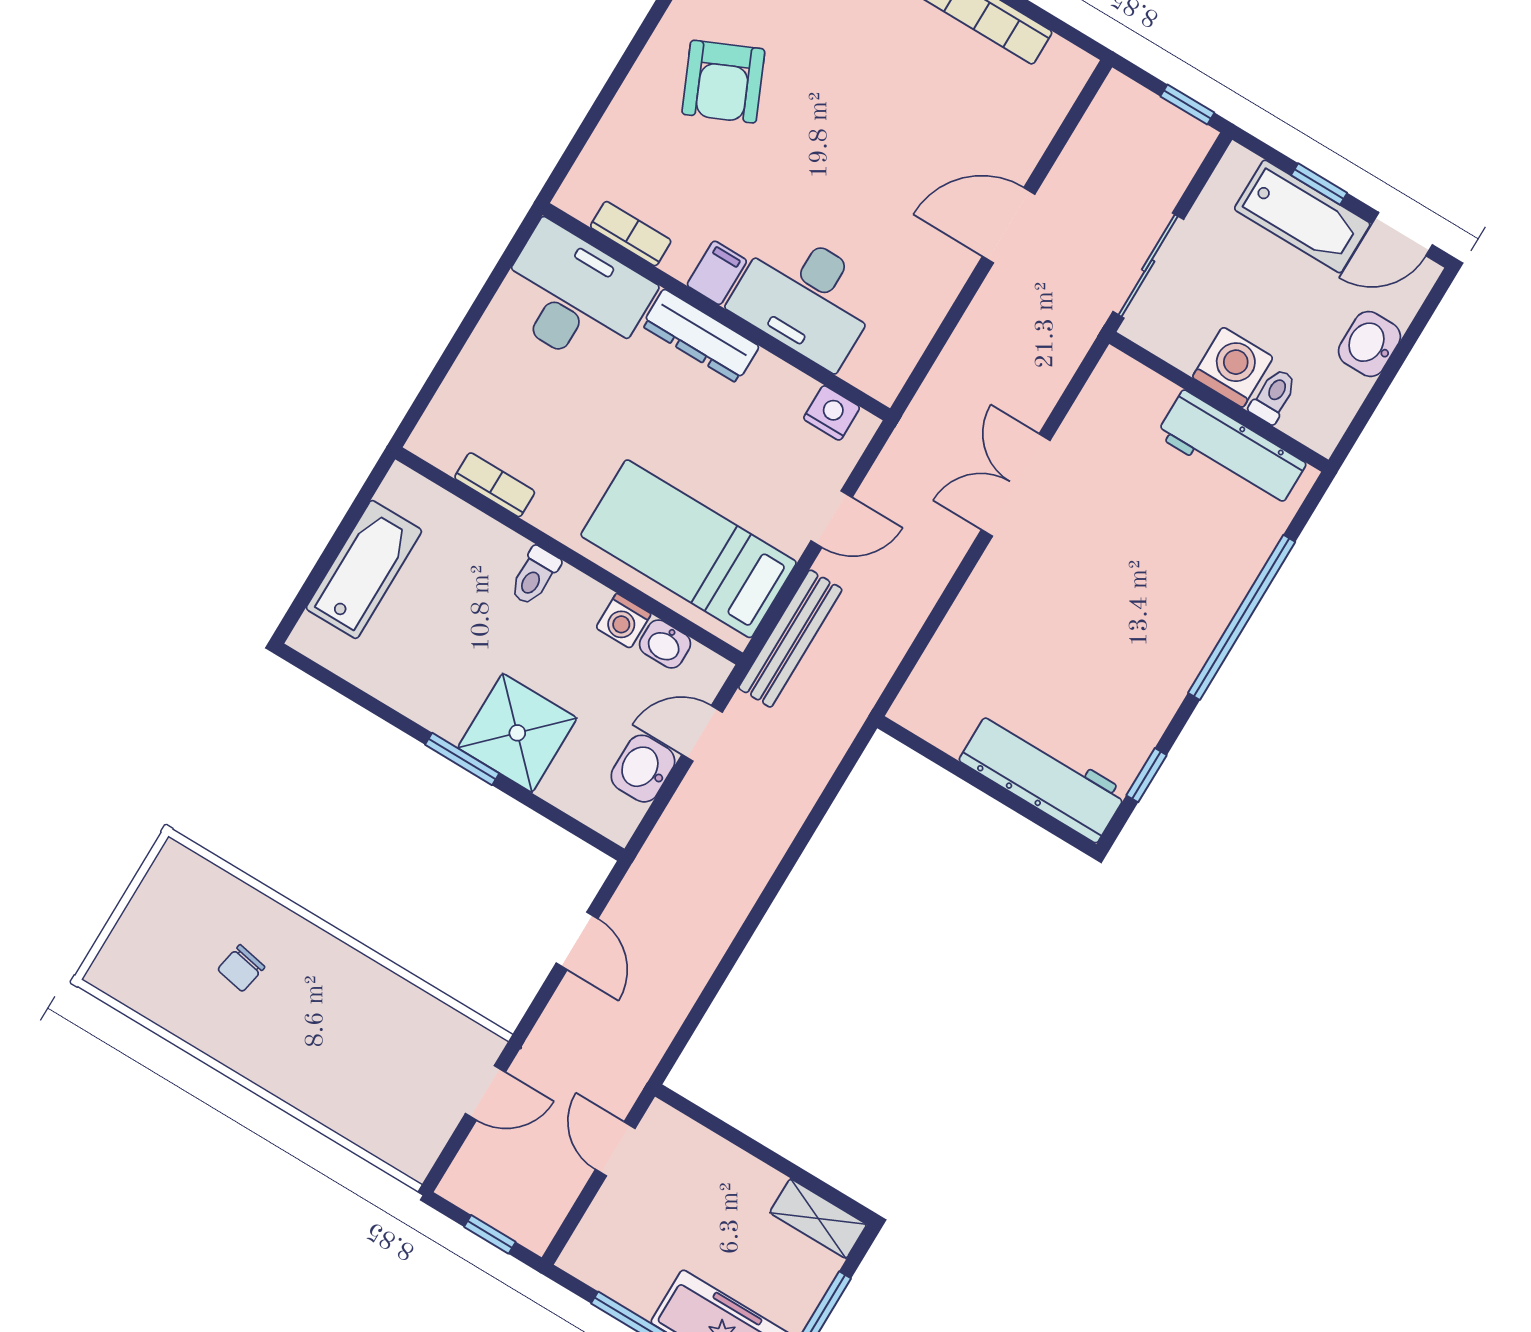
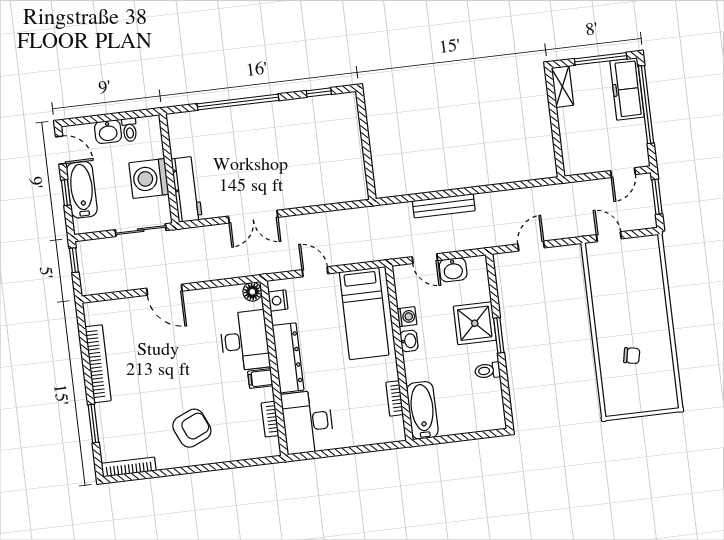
dresser: (700, 336) -> (288, 358), width x1.37, depth x1.24
washing machine: (1233, 367) -> (149, 179), width x1.37, depth x1.37
floor lamp: (883, 379) -> (252, 292), added
toilet: (1273, 396) -> (130, 130), moved, turned -90
workbench: (1231, 449) -> (187, 189), moved
bathtub: (364, 569) -> (422, 410), moved, turned 90
toilet: (535, 576) -> (487, 371), moved, turned 180
bench: (790, 639) -> (444, 206), moved
washbasin: (665, 644) -> (409, 341), moved
workbench: (1043, 776) -> (347, 128), removed
door: (615, 1149) -> (623, 173), moved
window: (490, 1234) -> (657, 197), width x1.50

